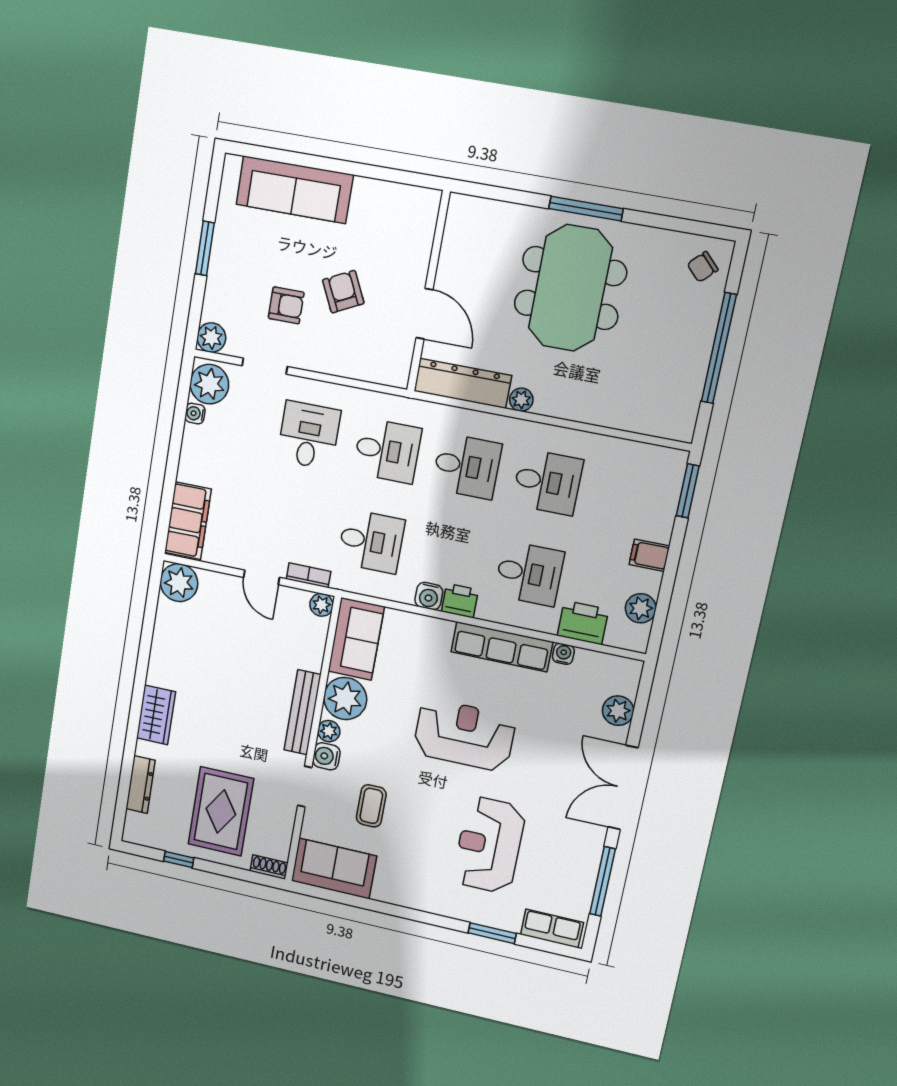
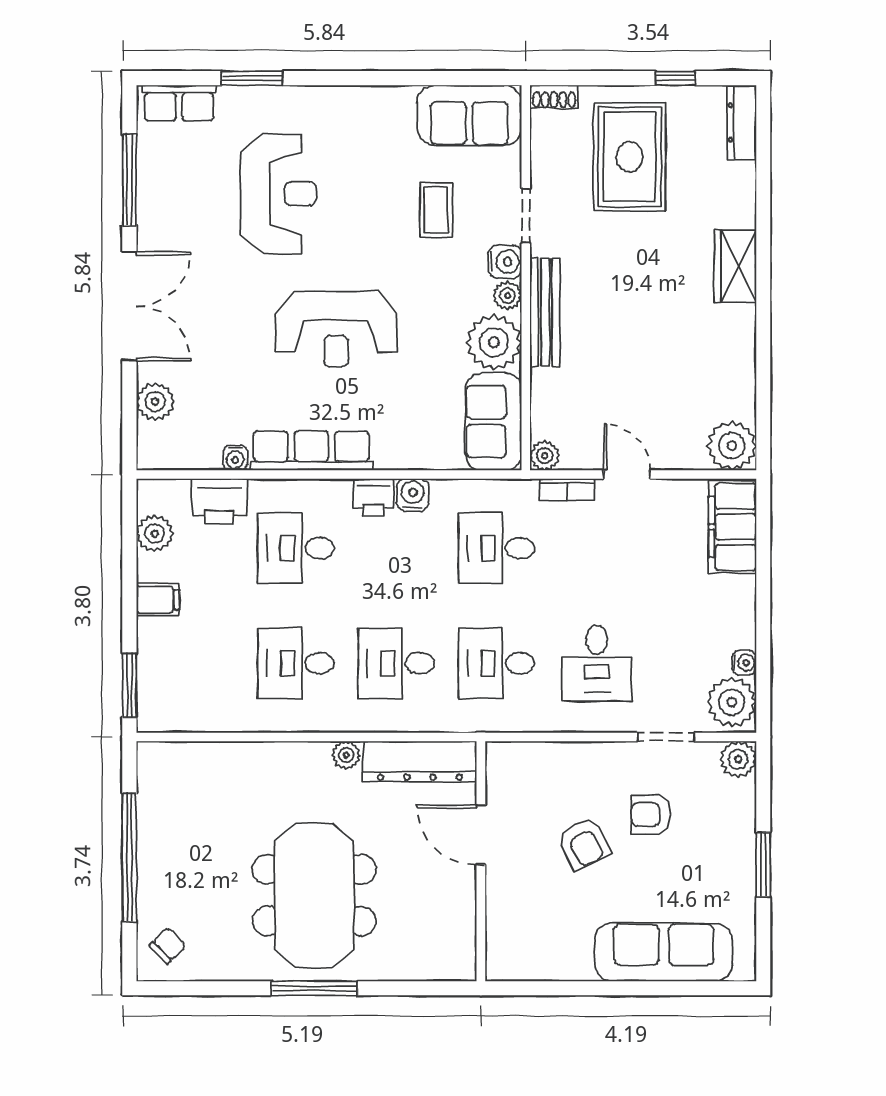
dresser: (141, 785) -> (742, 122), moved

